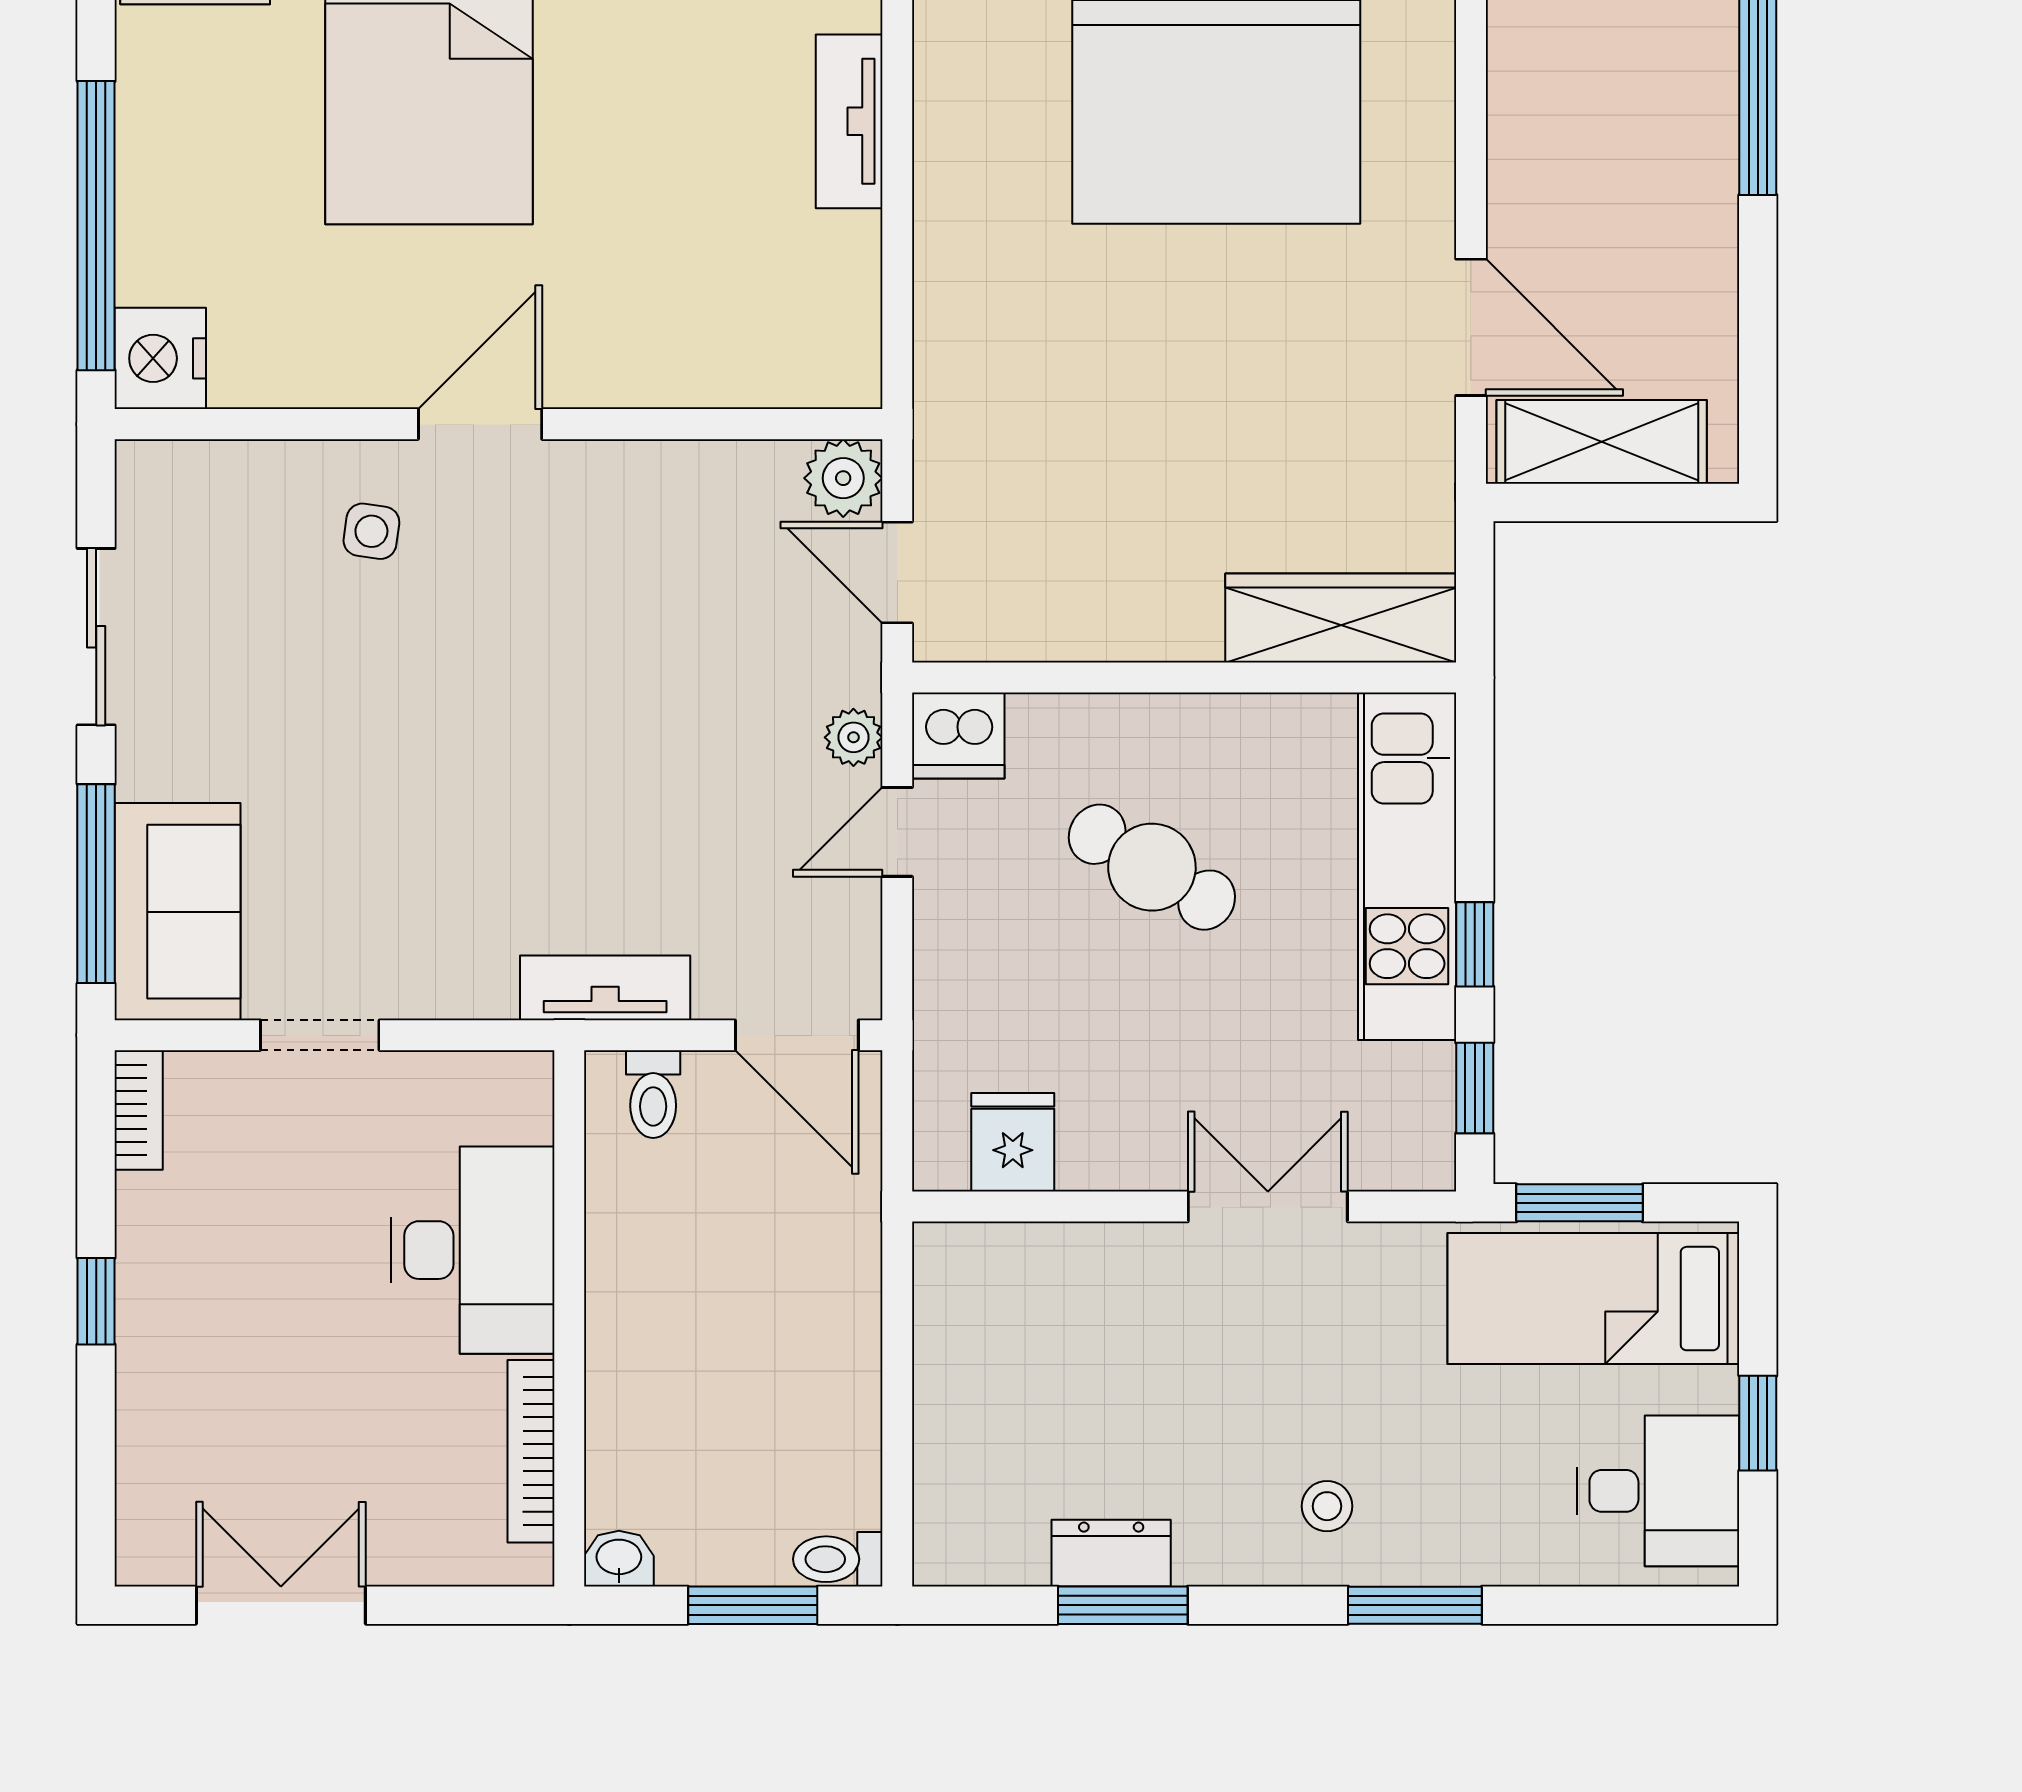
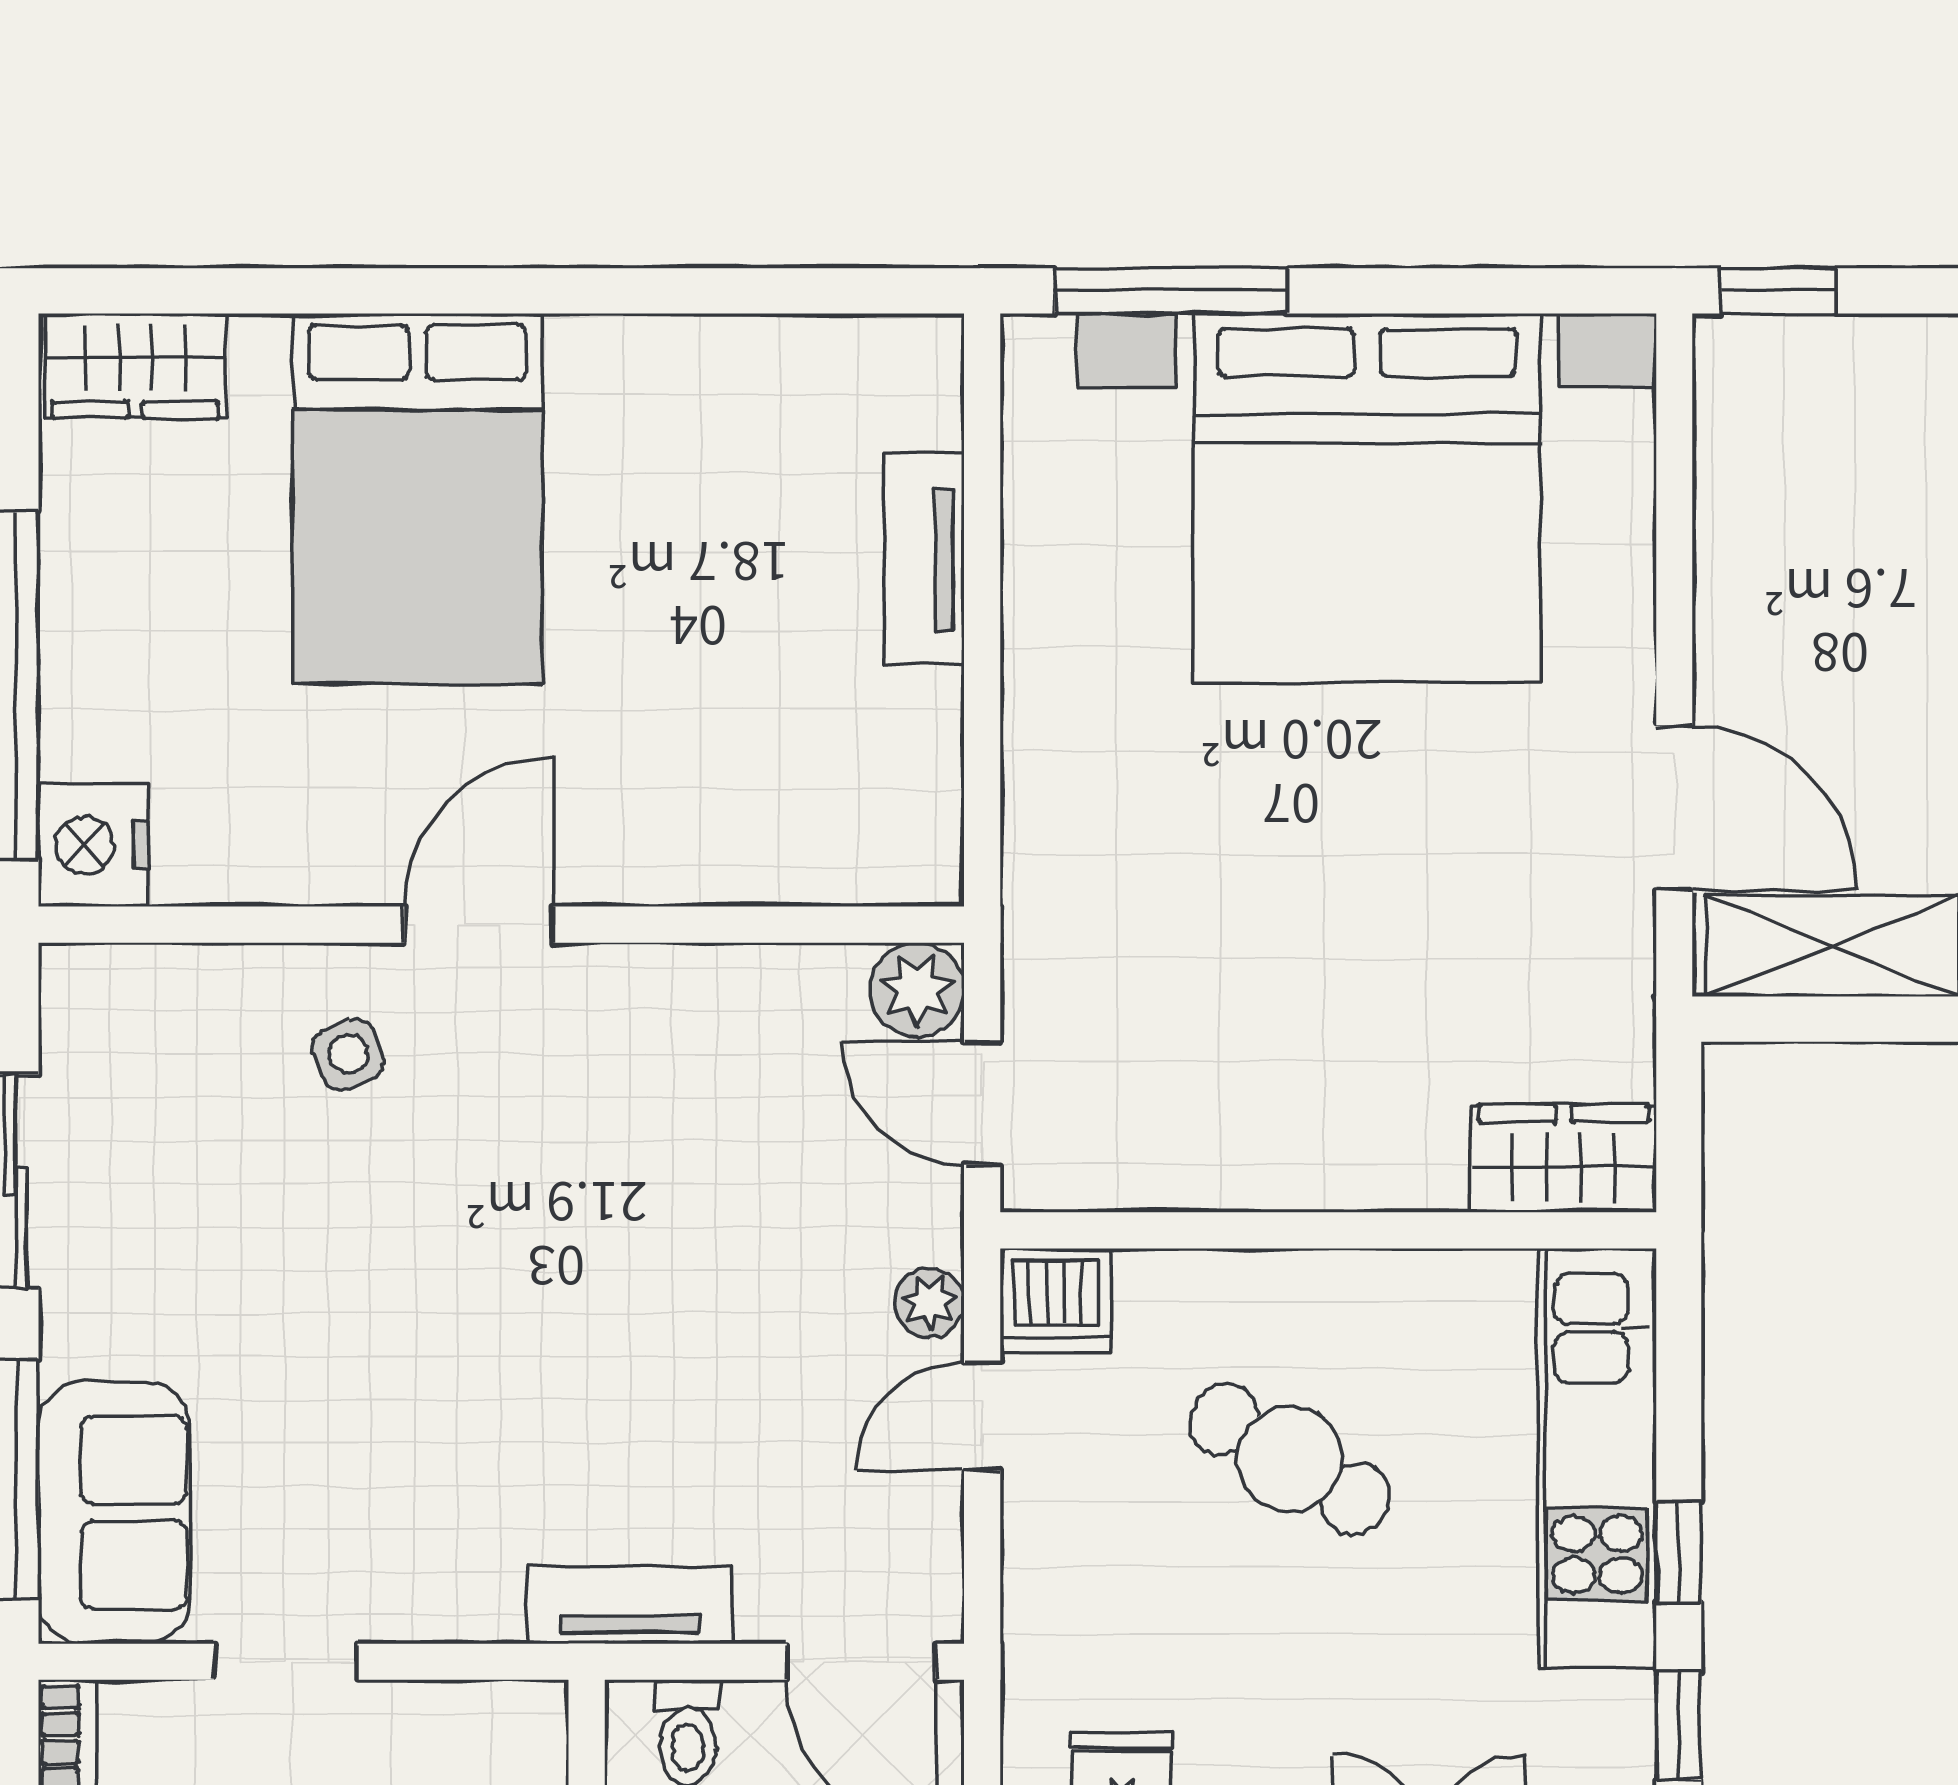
side table: (371, 531) -> (348, 1054), turned -30
wardrobe: (1341, 618) -> (1564, 1159), width x0.67

